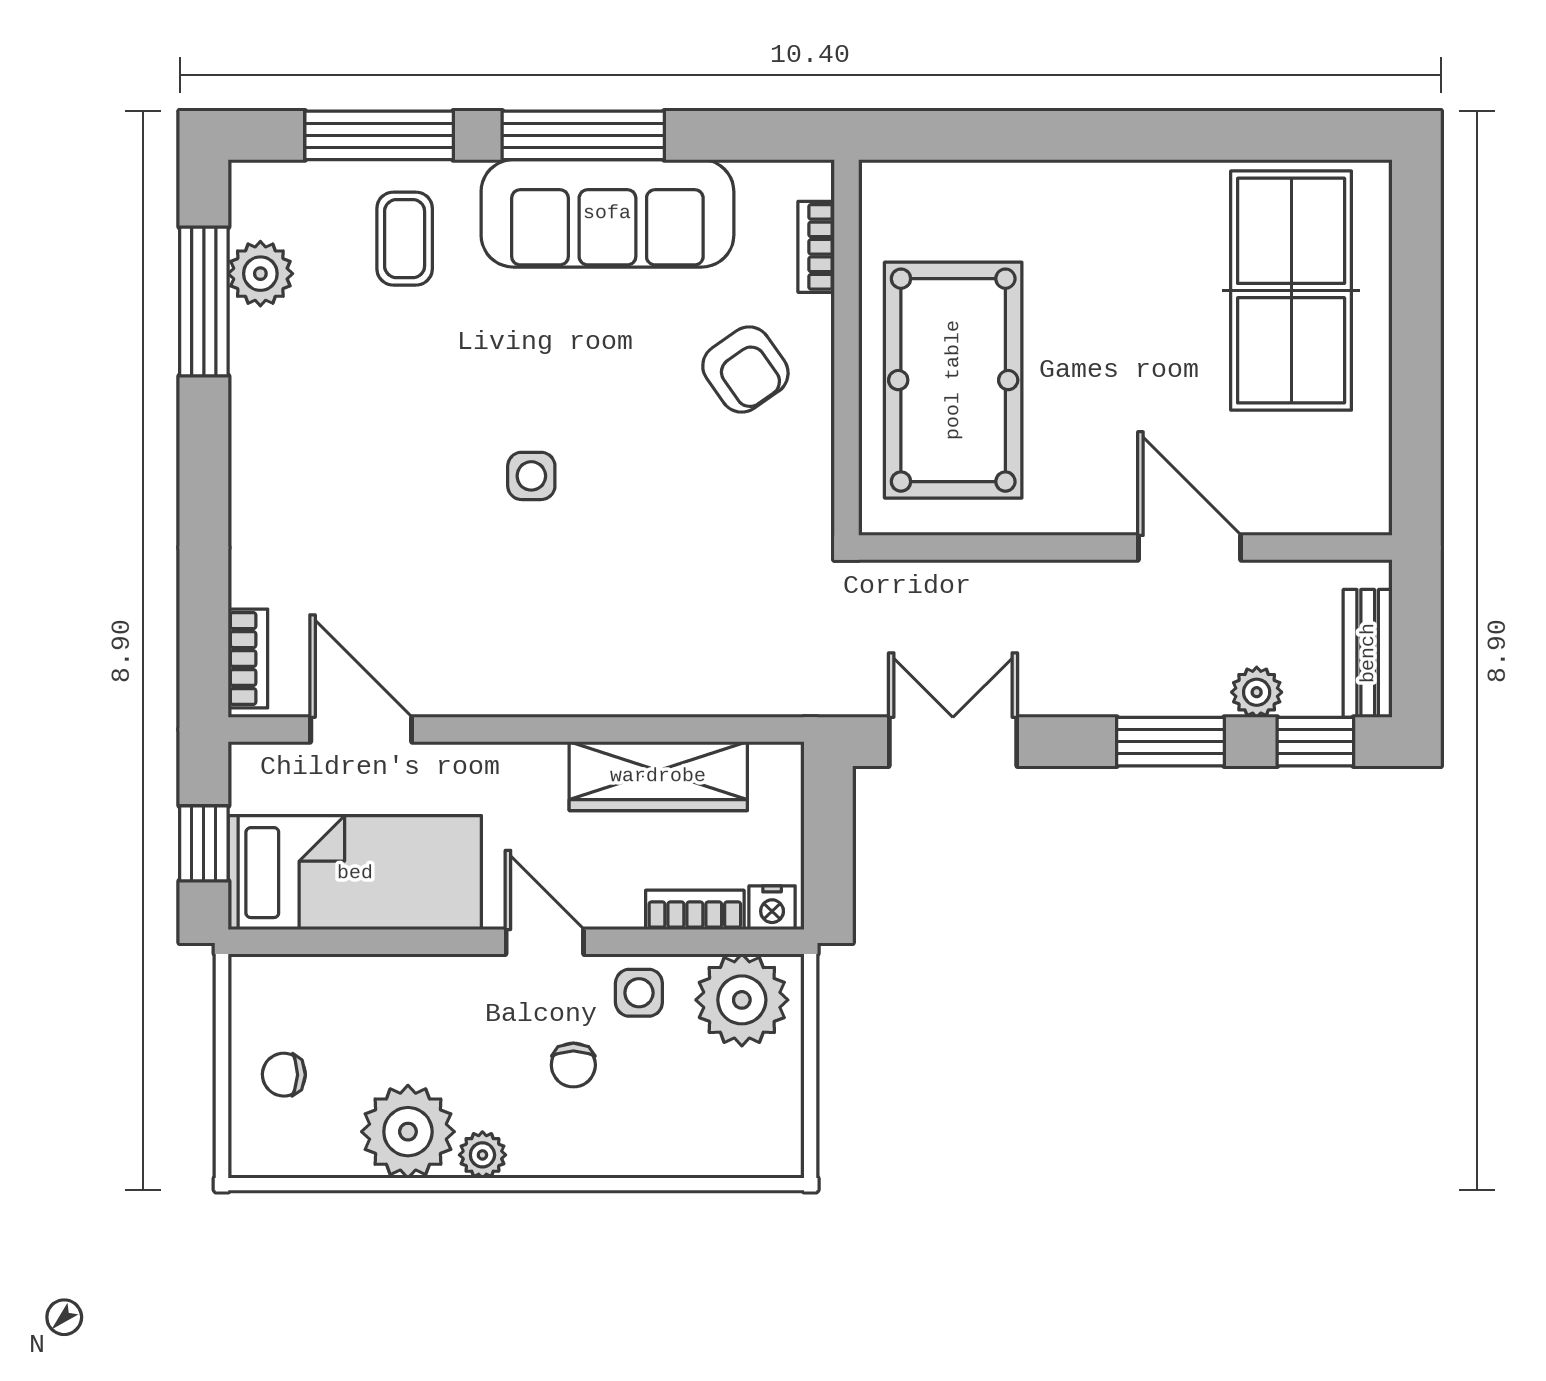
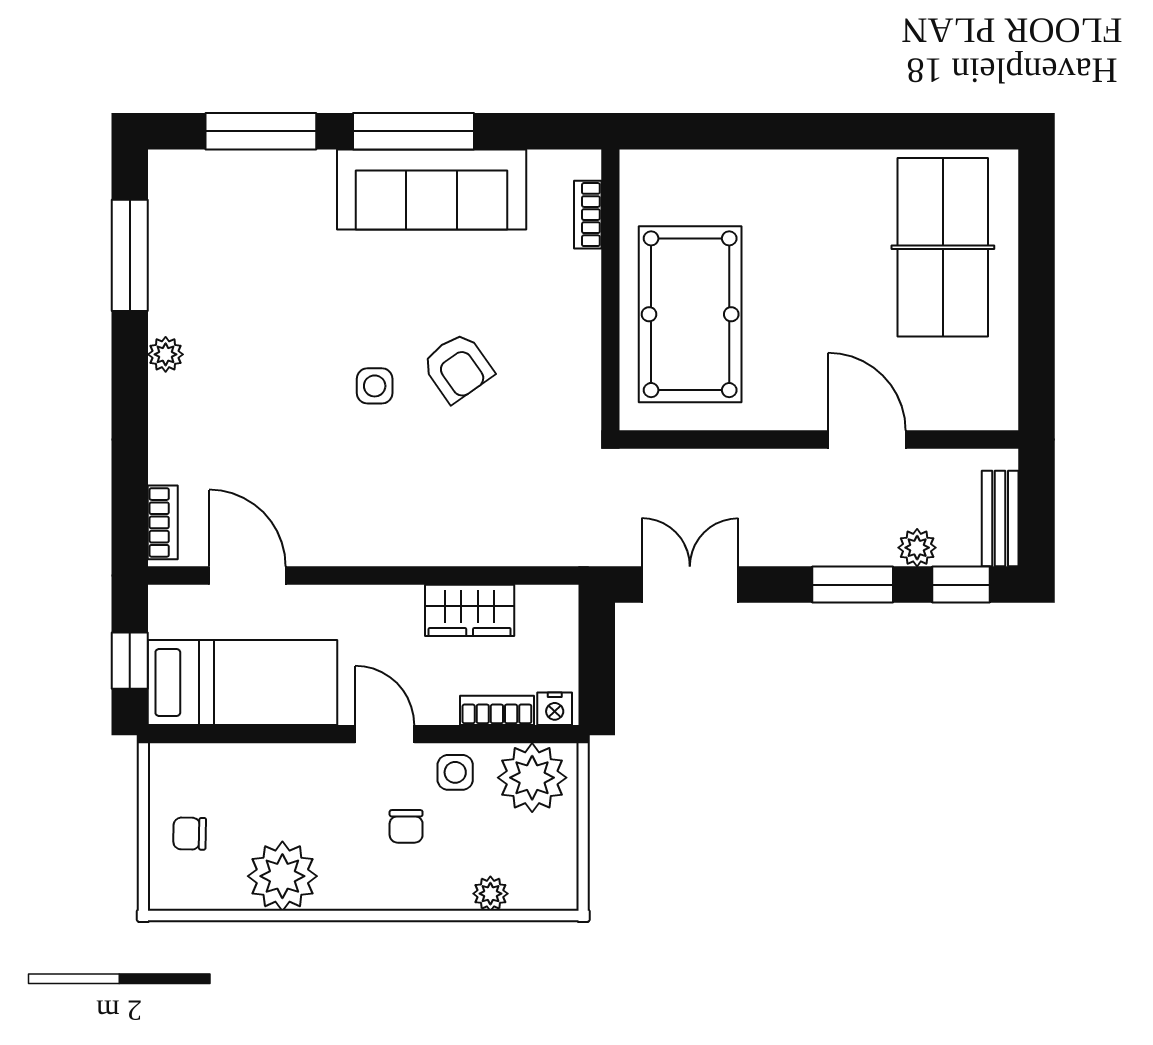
coffee table: (405, 239) -> (280, 208), removed
plant: (260, 274) -> (166, 354), moved, width x0.73, depth x0.73
armchair: (745, 370) -> (458, 367), moved
wardrobe: (658, 776) -> (470, 610), width x0.67
plant: (482, 1155) -> (490, 894), moved

